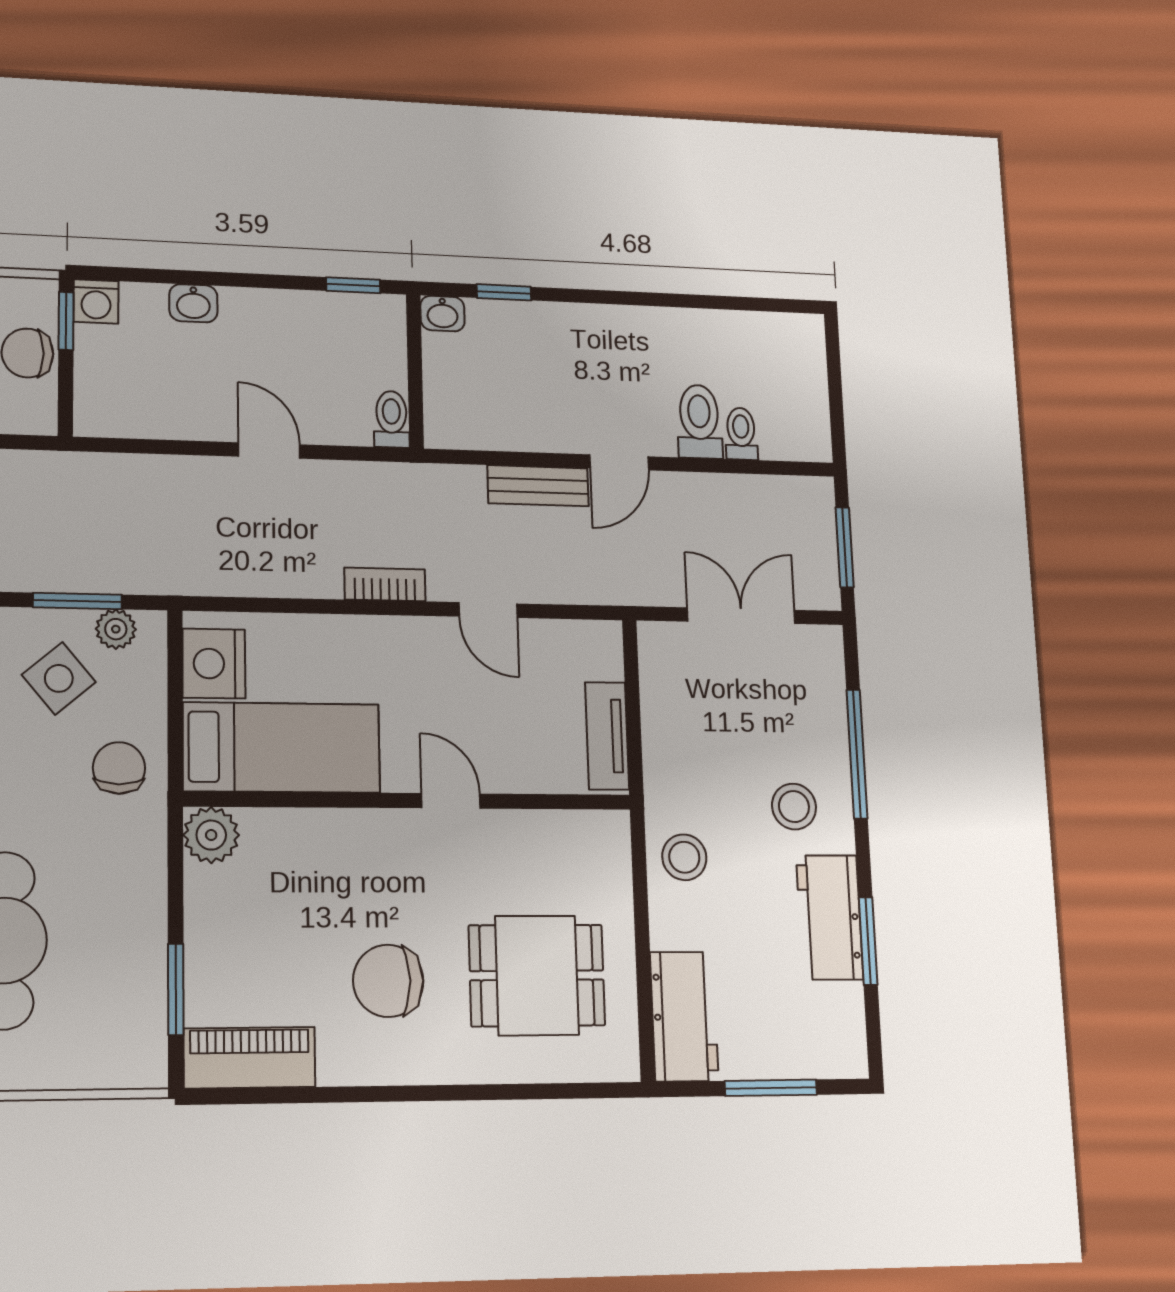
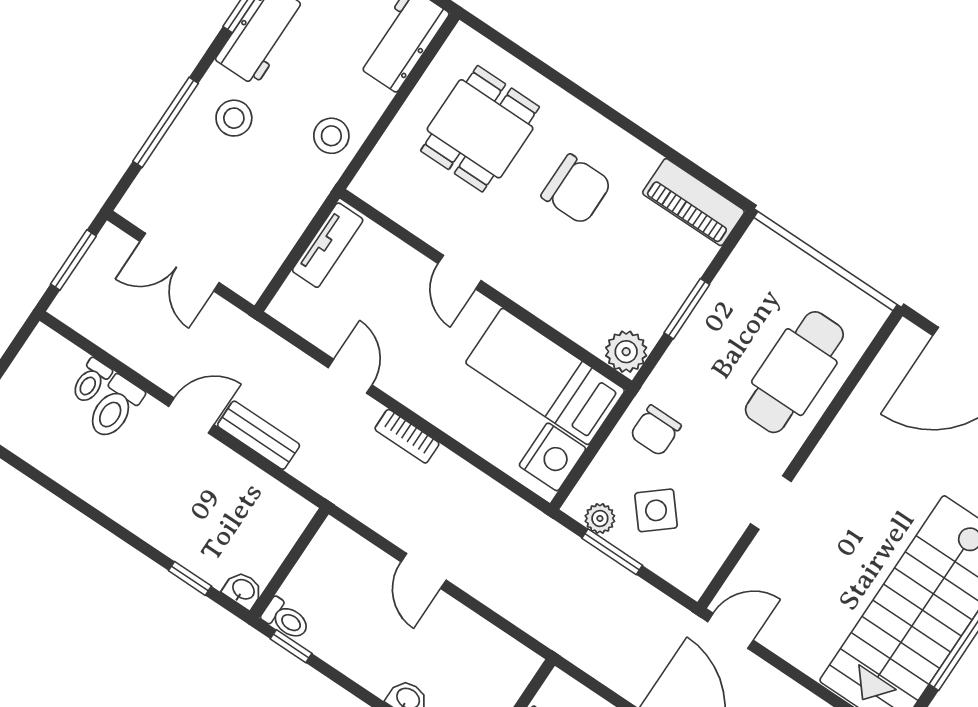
toilet: (391, 419) -> (286, 619), moved, turned -90
dining table: (537, 975) -> (480, 129), turned 90
window: (176, 989) -> (687, 309), moved

